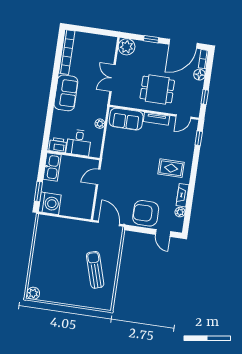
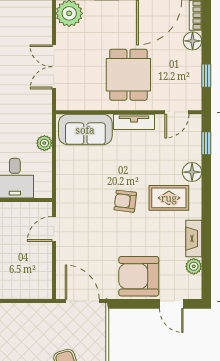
dining table: (157, 89) -> (128, 75), turned 90
floor lamp: (187, 154) -> (192, 172), added
armchair: (144, 166) -> (125, 201), added

